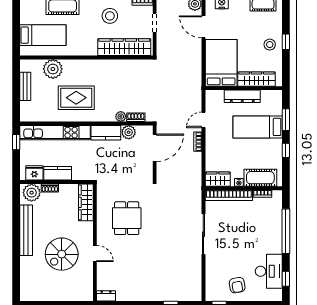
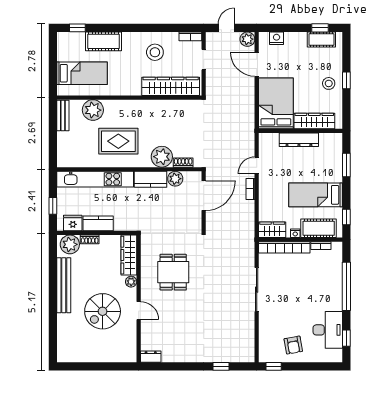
bench: (25, 86) -> (63, 115), moved
plant: (121, 116) -> (162, 157), width x1.88, depth x1.88
bed: (258, 127) -> (316, 195), moved
window: (16, 142) -> (53, 206), moved
window: (286, 150) -> (346, 217), moved
plant: (88, 227) -> (131, 282), added

